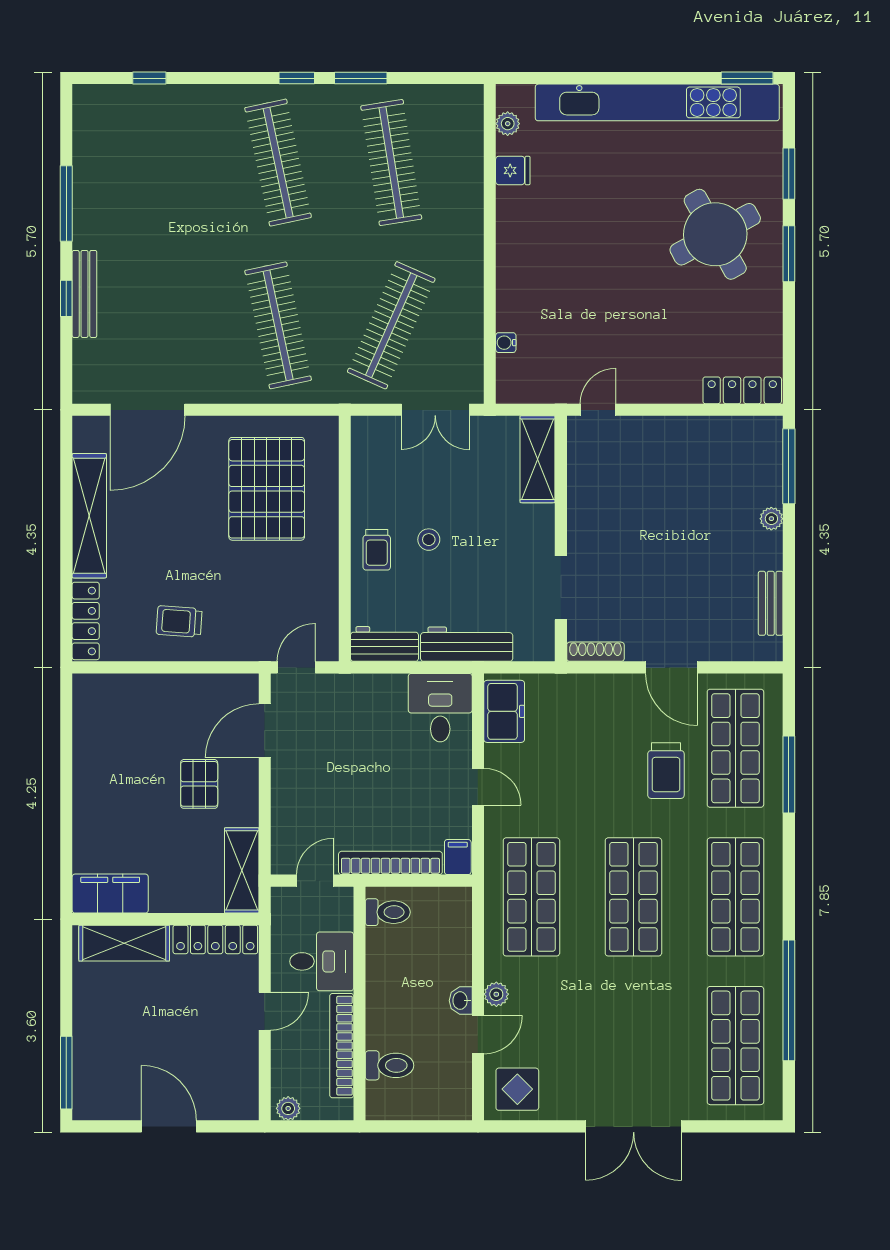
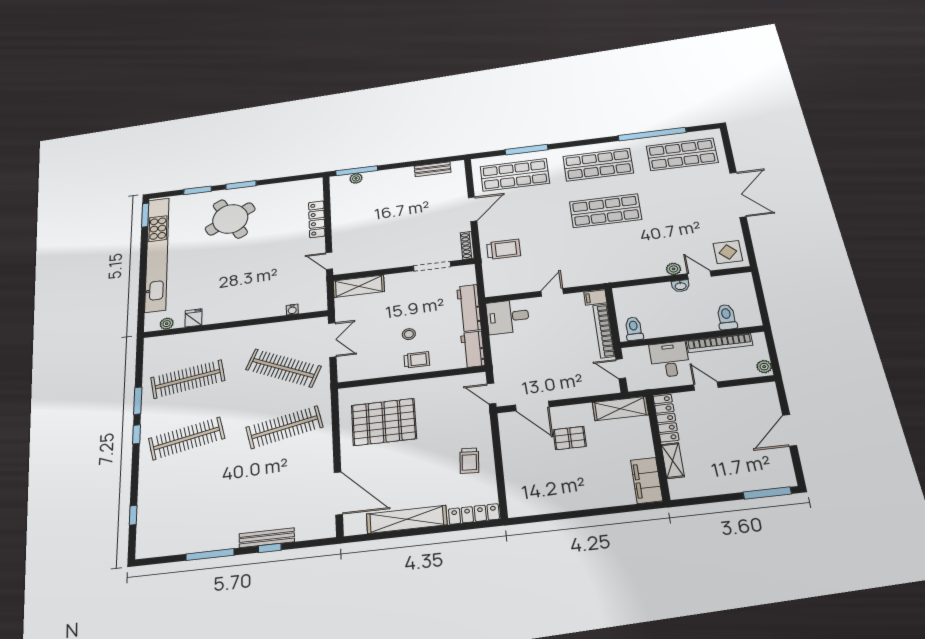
locker: (742, 390) -> (317, 219), moved
plant: (771, 519) -> (356, 178), moved
freezer: (504, 711) -> (506, 285), removed
trolley: (666, 771) -> (504, 249), moved
shop shelf: (531, 897) -> (613, 259), removed
shelving: (124, 943) -> (673, 461), width x0.67, depth x0.75

